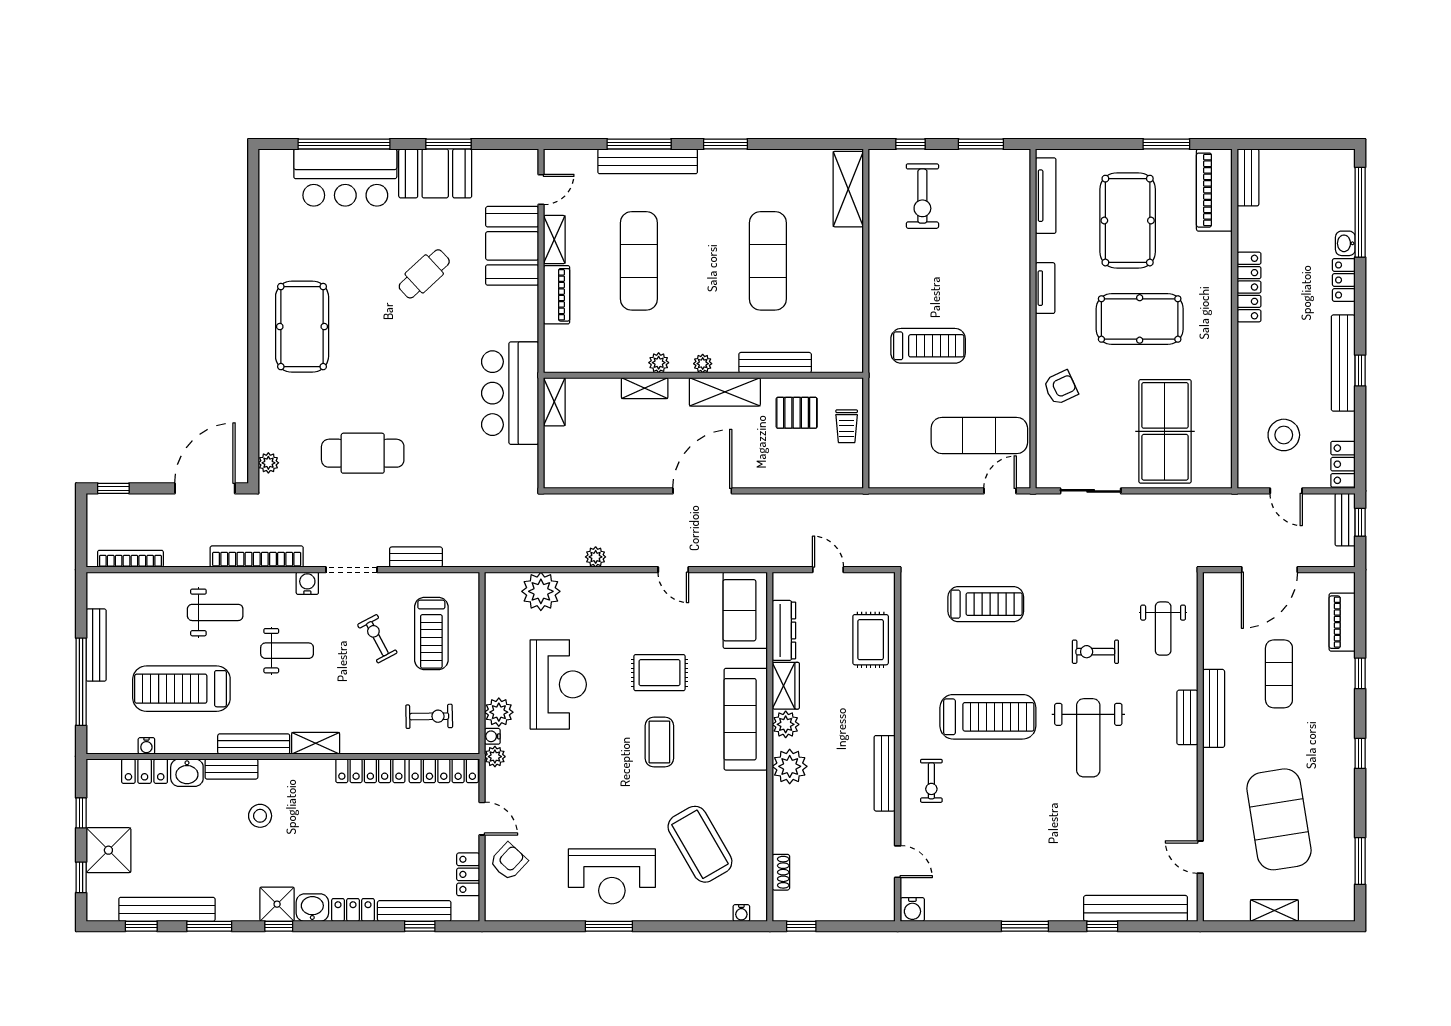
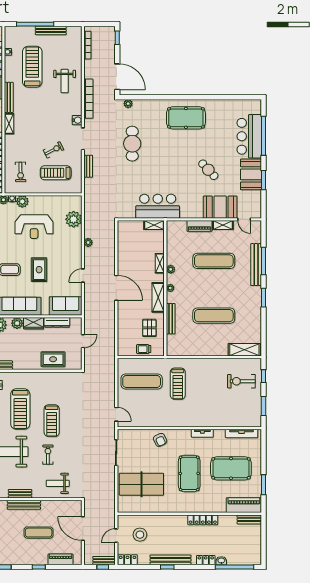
exercise mat: (979, 435) -> (142, 381), moved, turned 90
treadmill: (986, 604) -> (52, 421), moved
weight bench: (287, 651) -> (48, 112), removed

